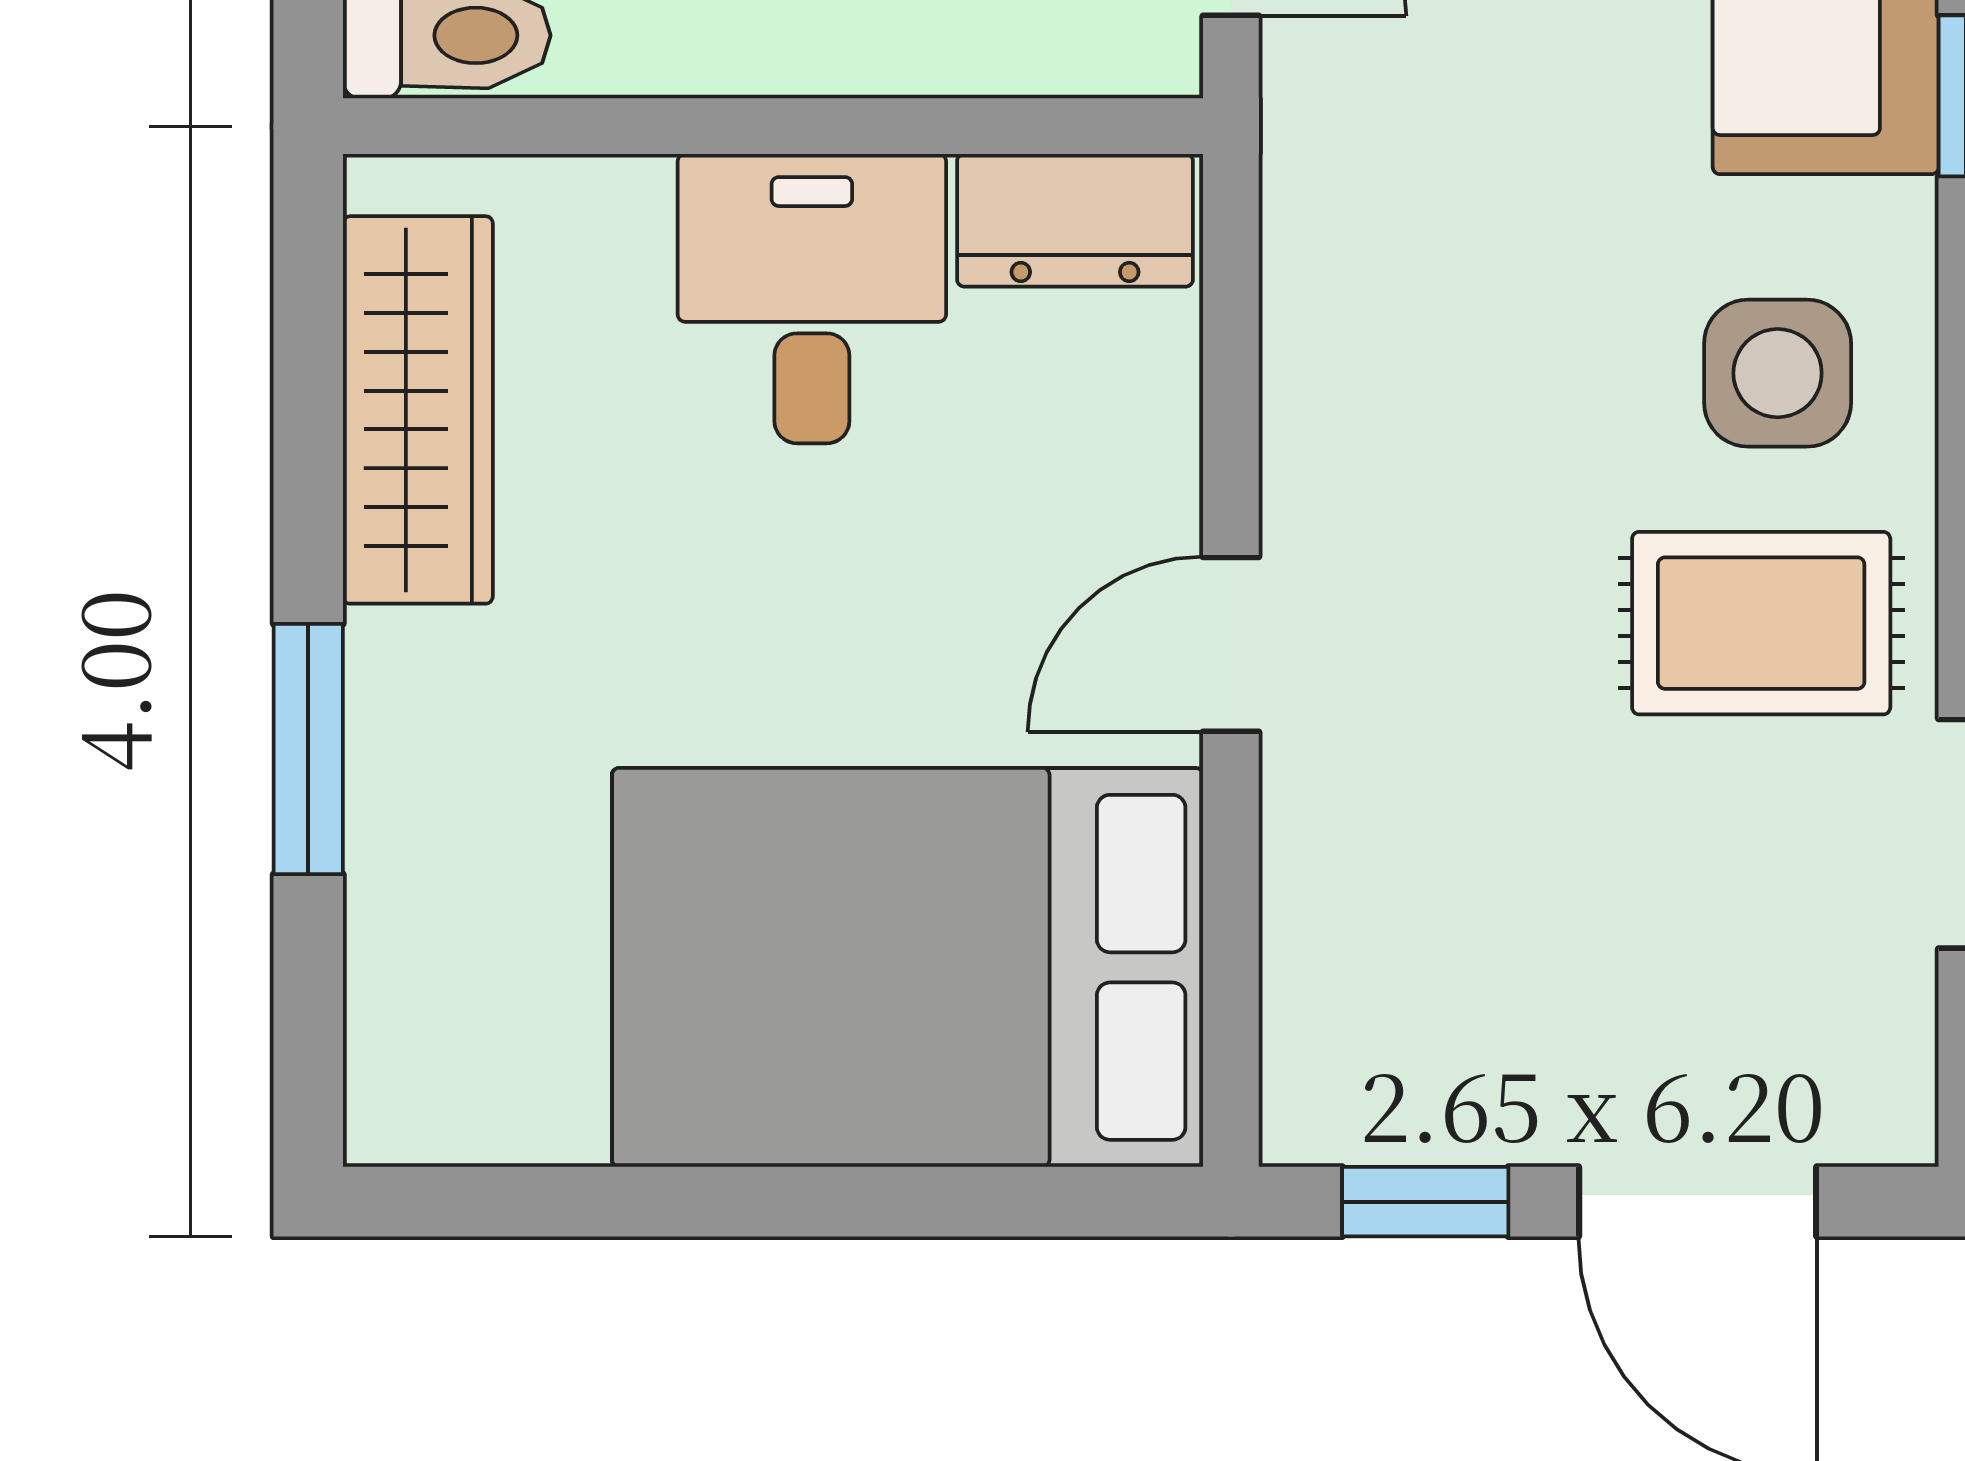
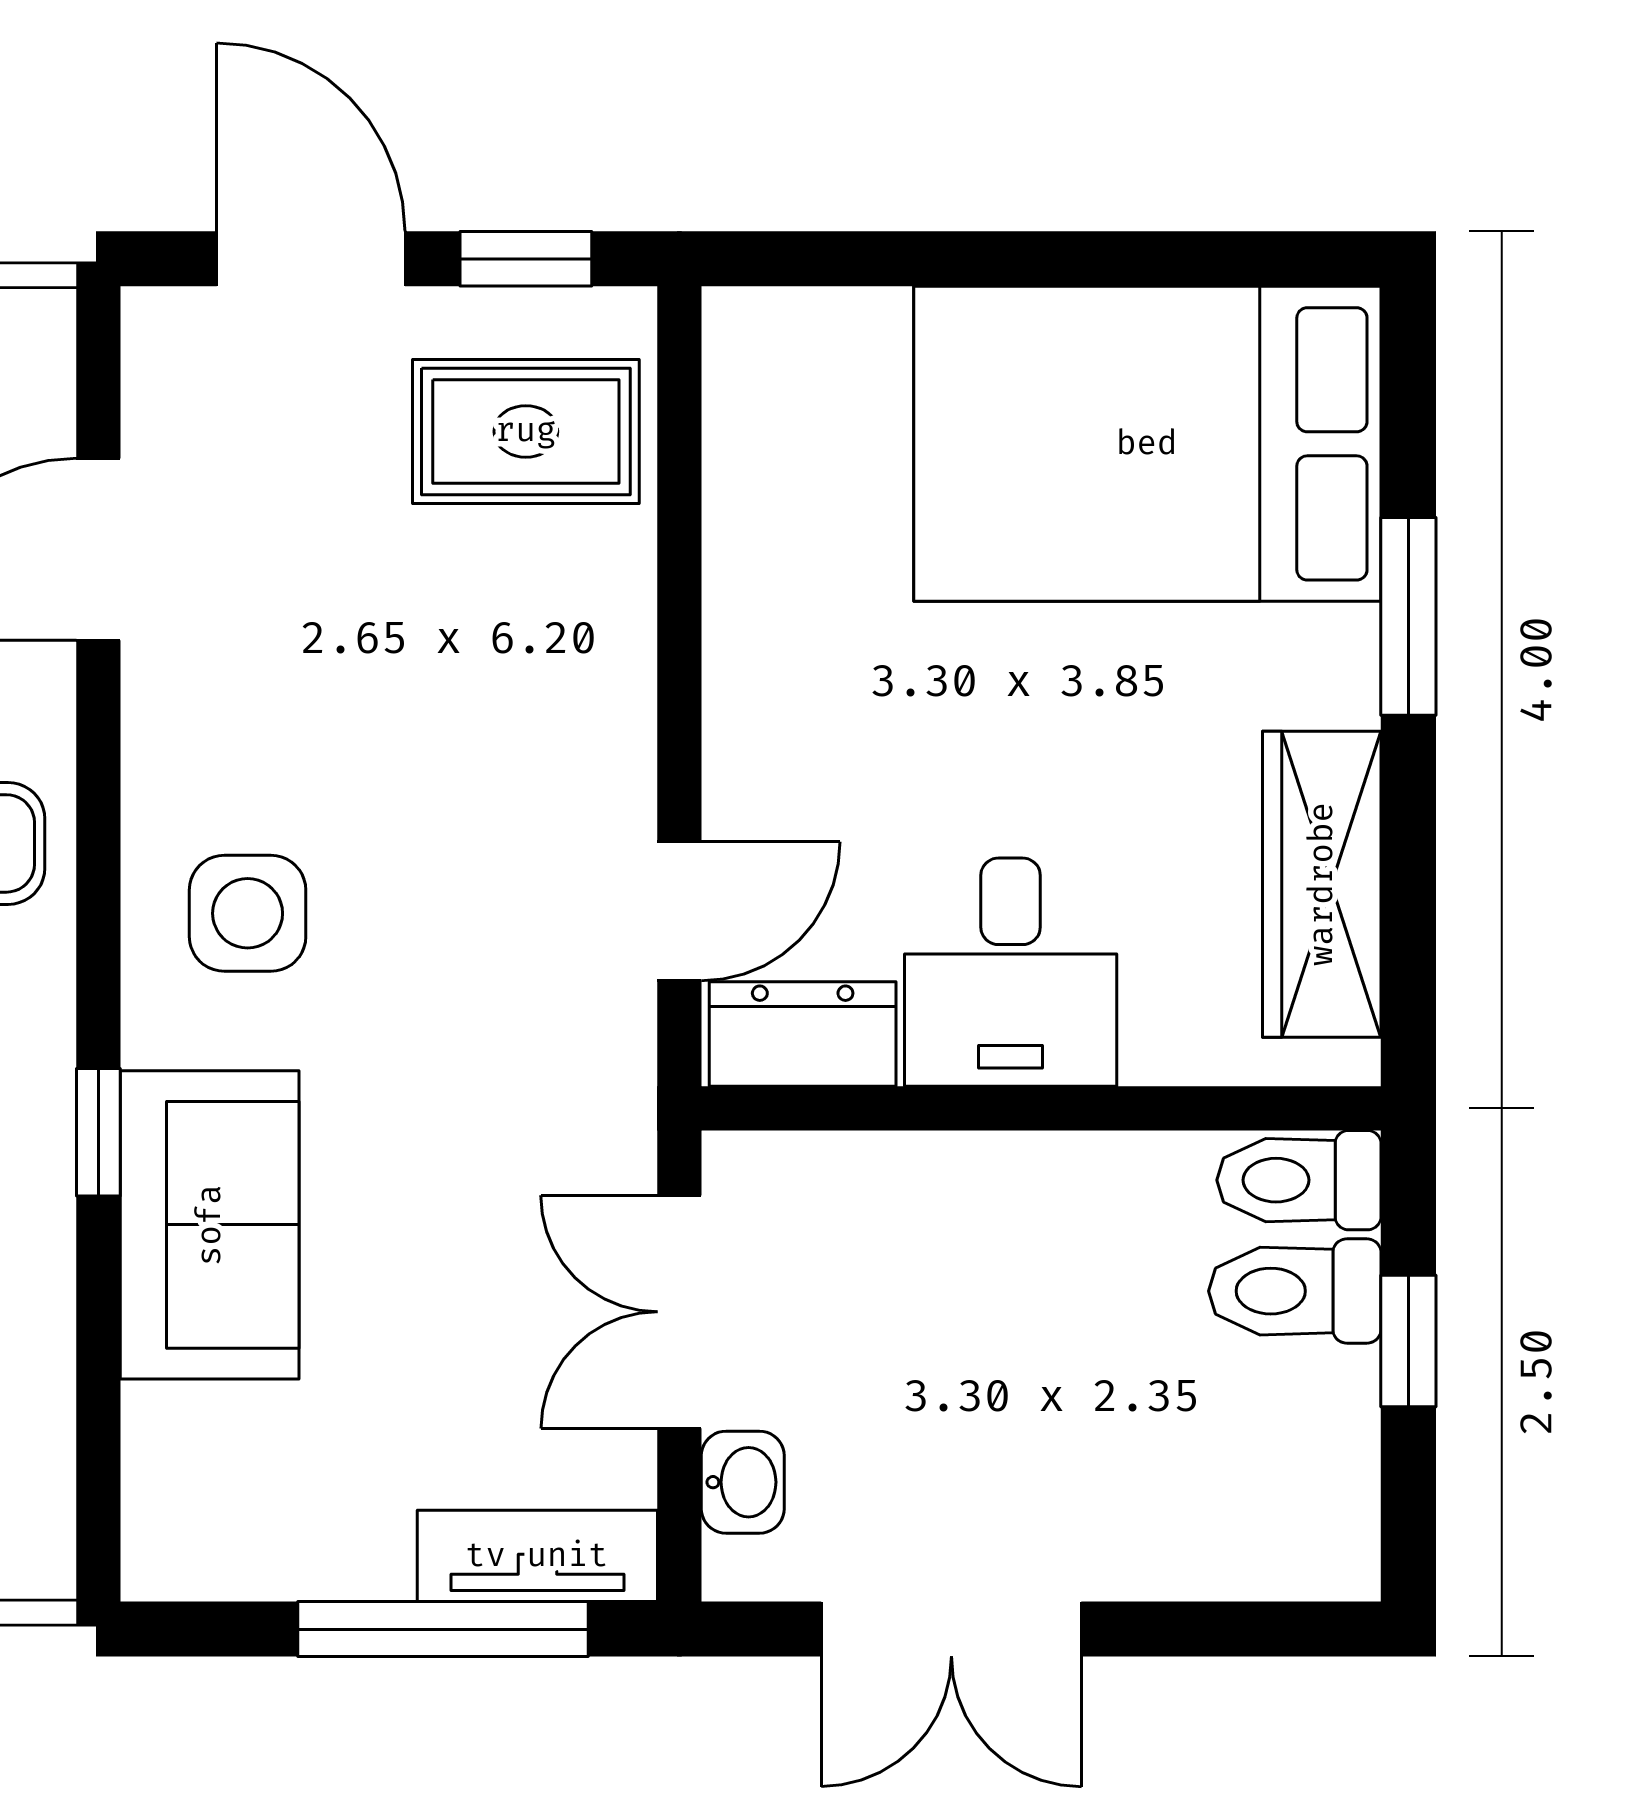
rug: (1761, 623) -> (526, 431), moved
door: (1231, 644) -> (679, 911), moved
bed: (908, 967) -> (1147, 444), moved, turned 180

